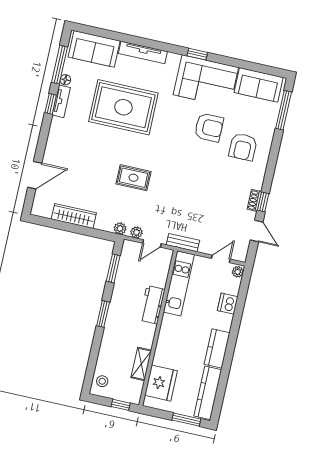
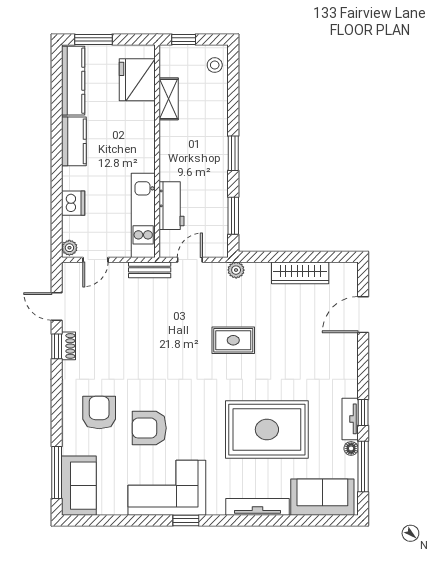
sofa: (259, 85) -> (79, 486), moved, turned 90
plant: (136, 232) -> (213, 270), removed
workbench: (152, 305) -> (172, 206), moved

